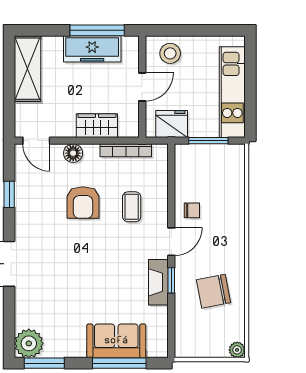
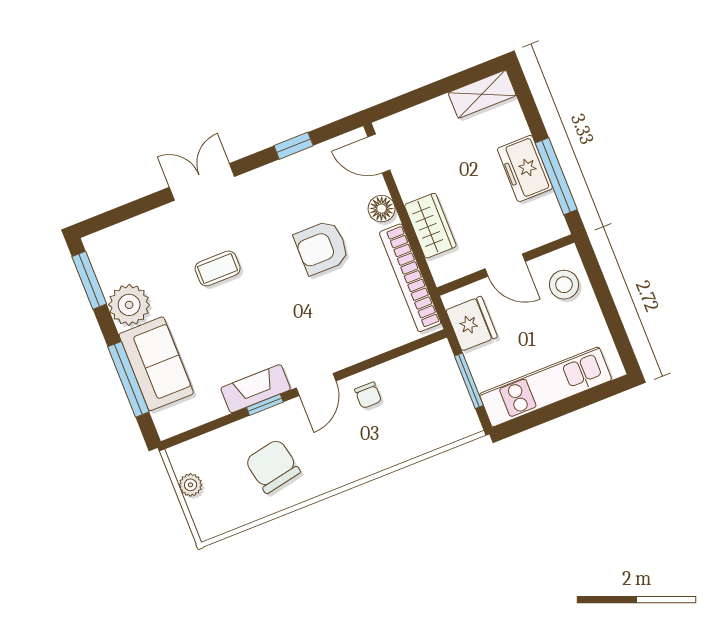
freezer: (92, 49) -> (525, 168), width x0.71
shelving: (27, 69) -> (482, 94), width x0.67, depth x0.75
door: (36, 141) -> (379, 153), hinge flipped
bookcase: (126, 150) -> (410, 278), width x1.48, depth x1.31
coffee table: (132, 207) -> (218, 268), moved
door: (171, 242) -> (316, 384), hinge flipped
plant: (29, 343) -> (129, 305), moved
plant: (237, 350) -> (190, 485), moved

